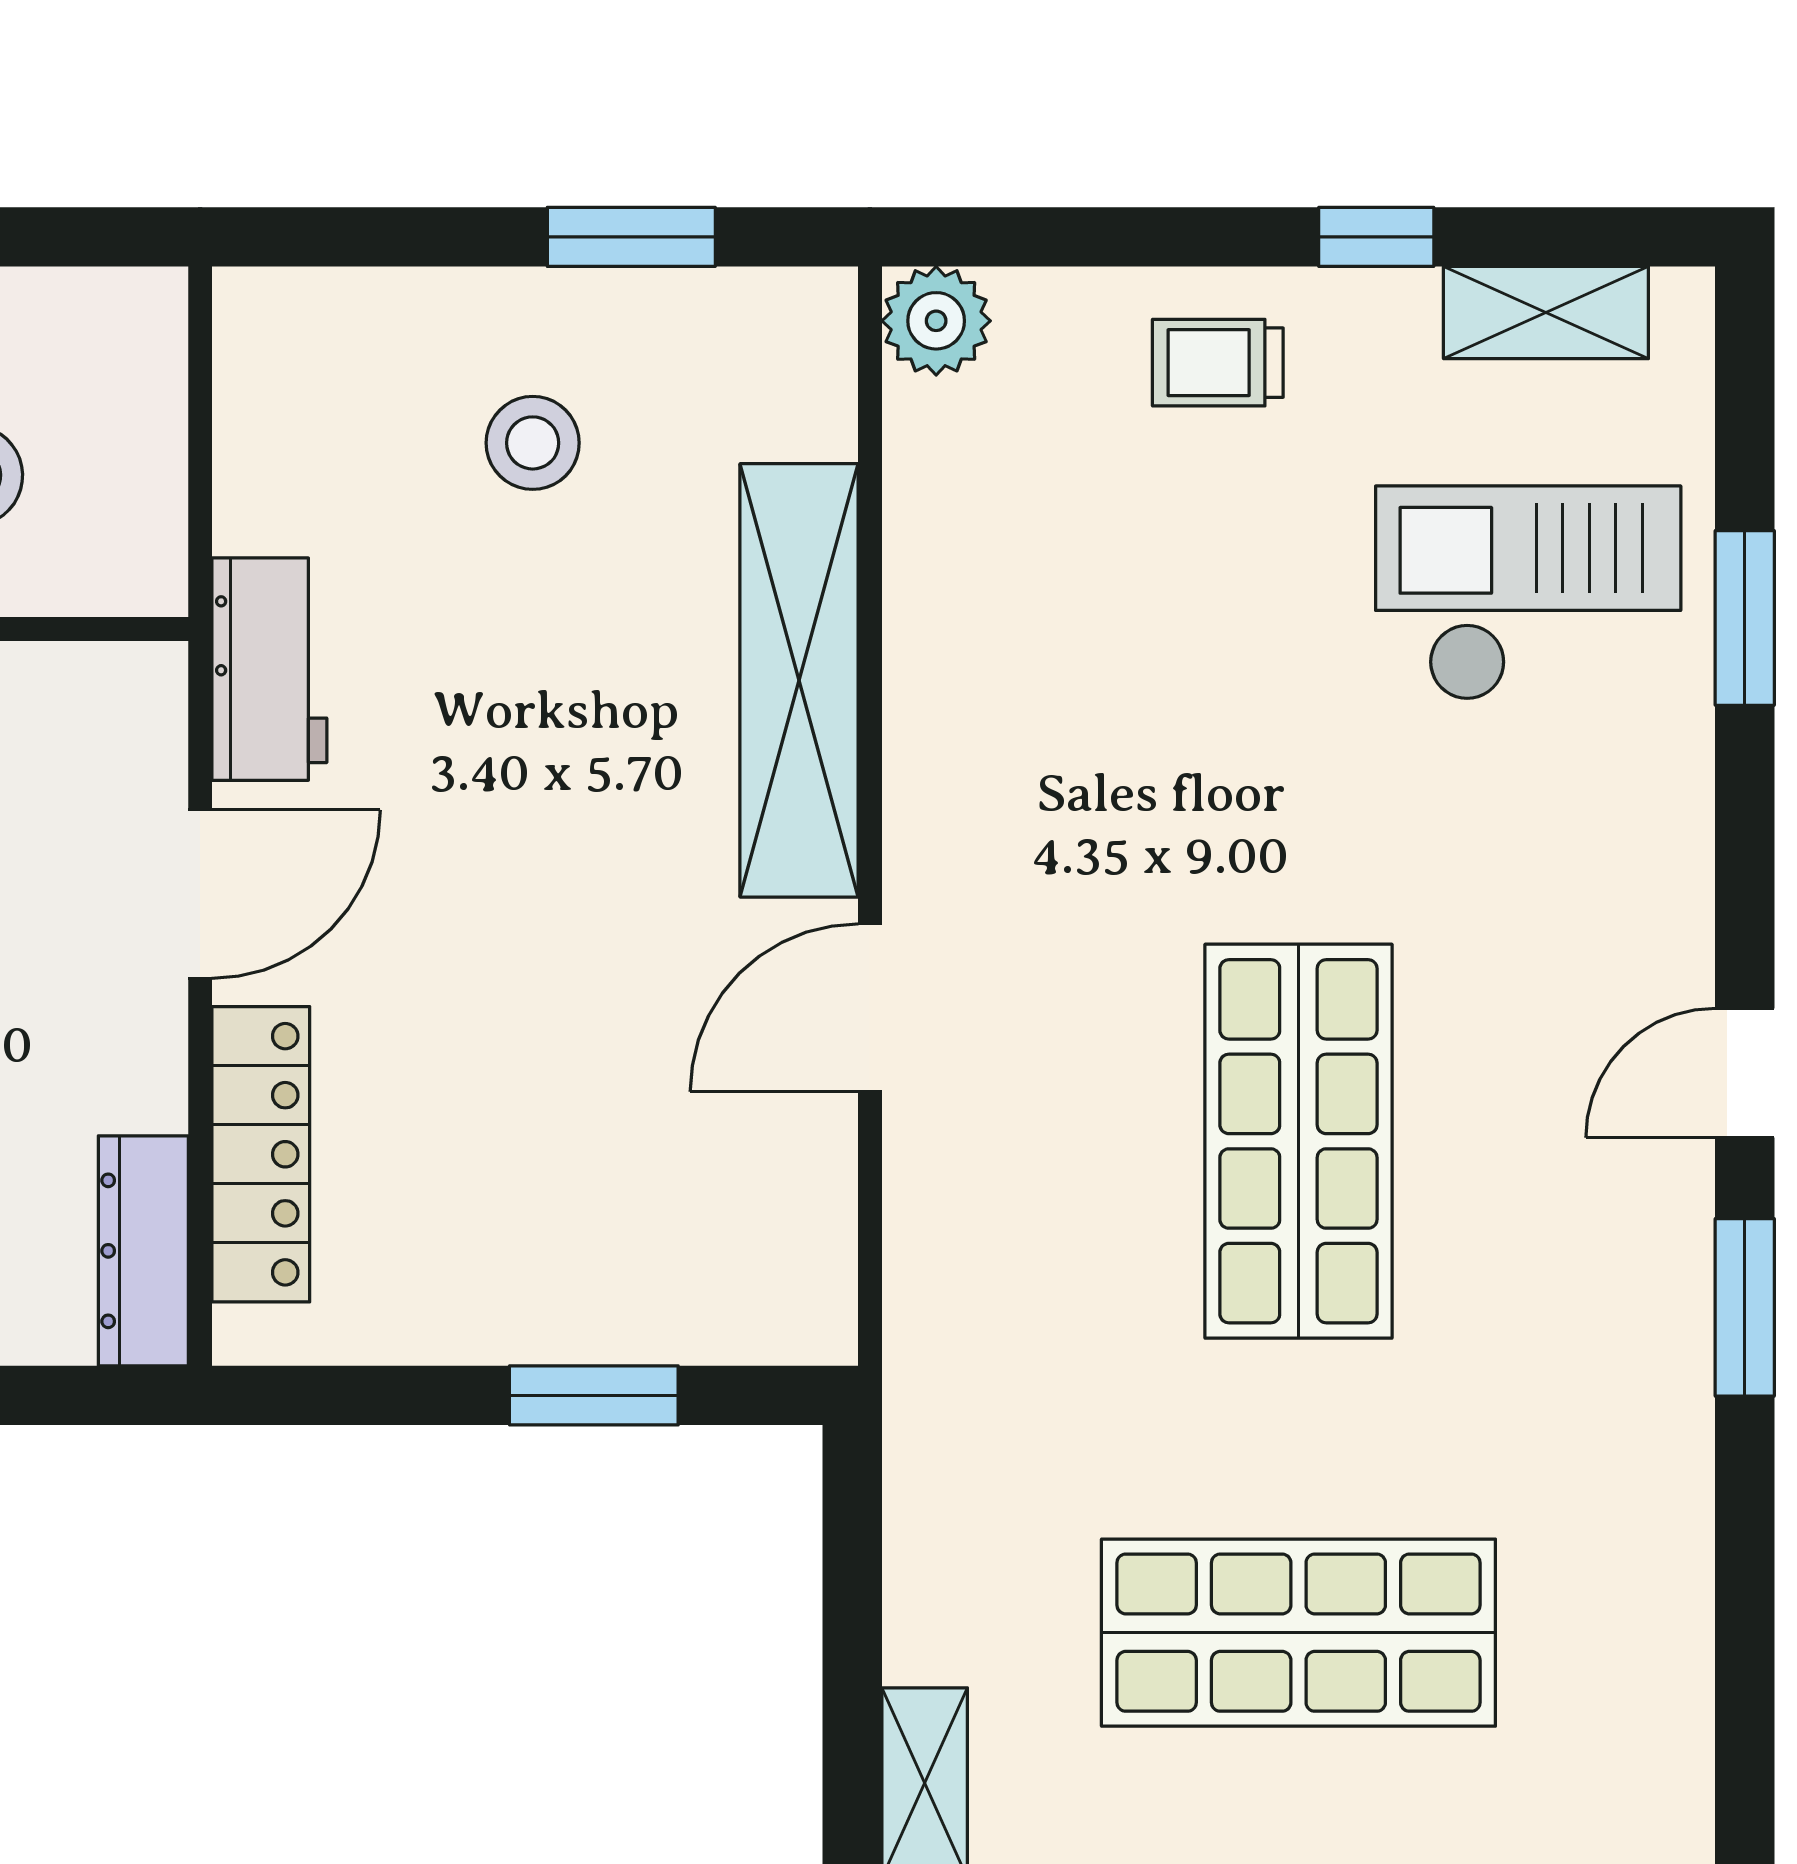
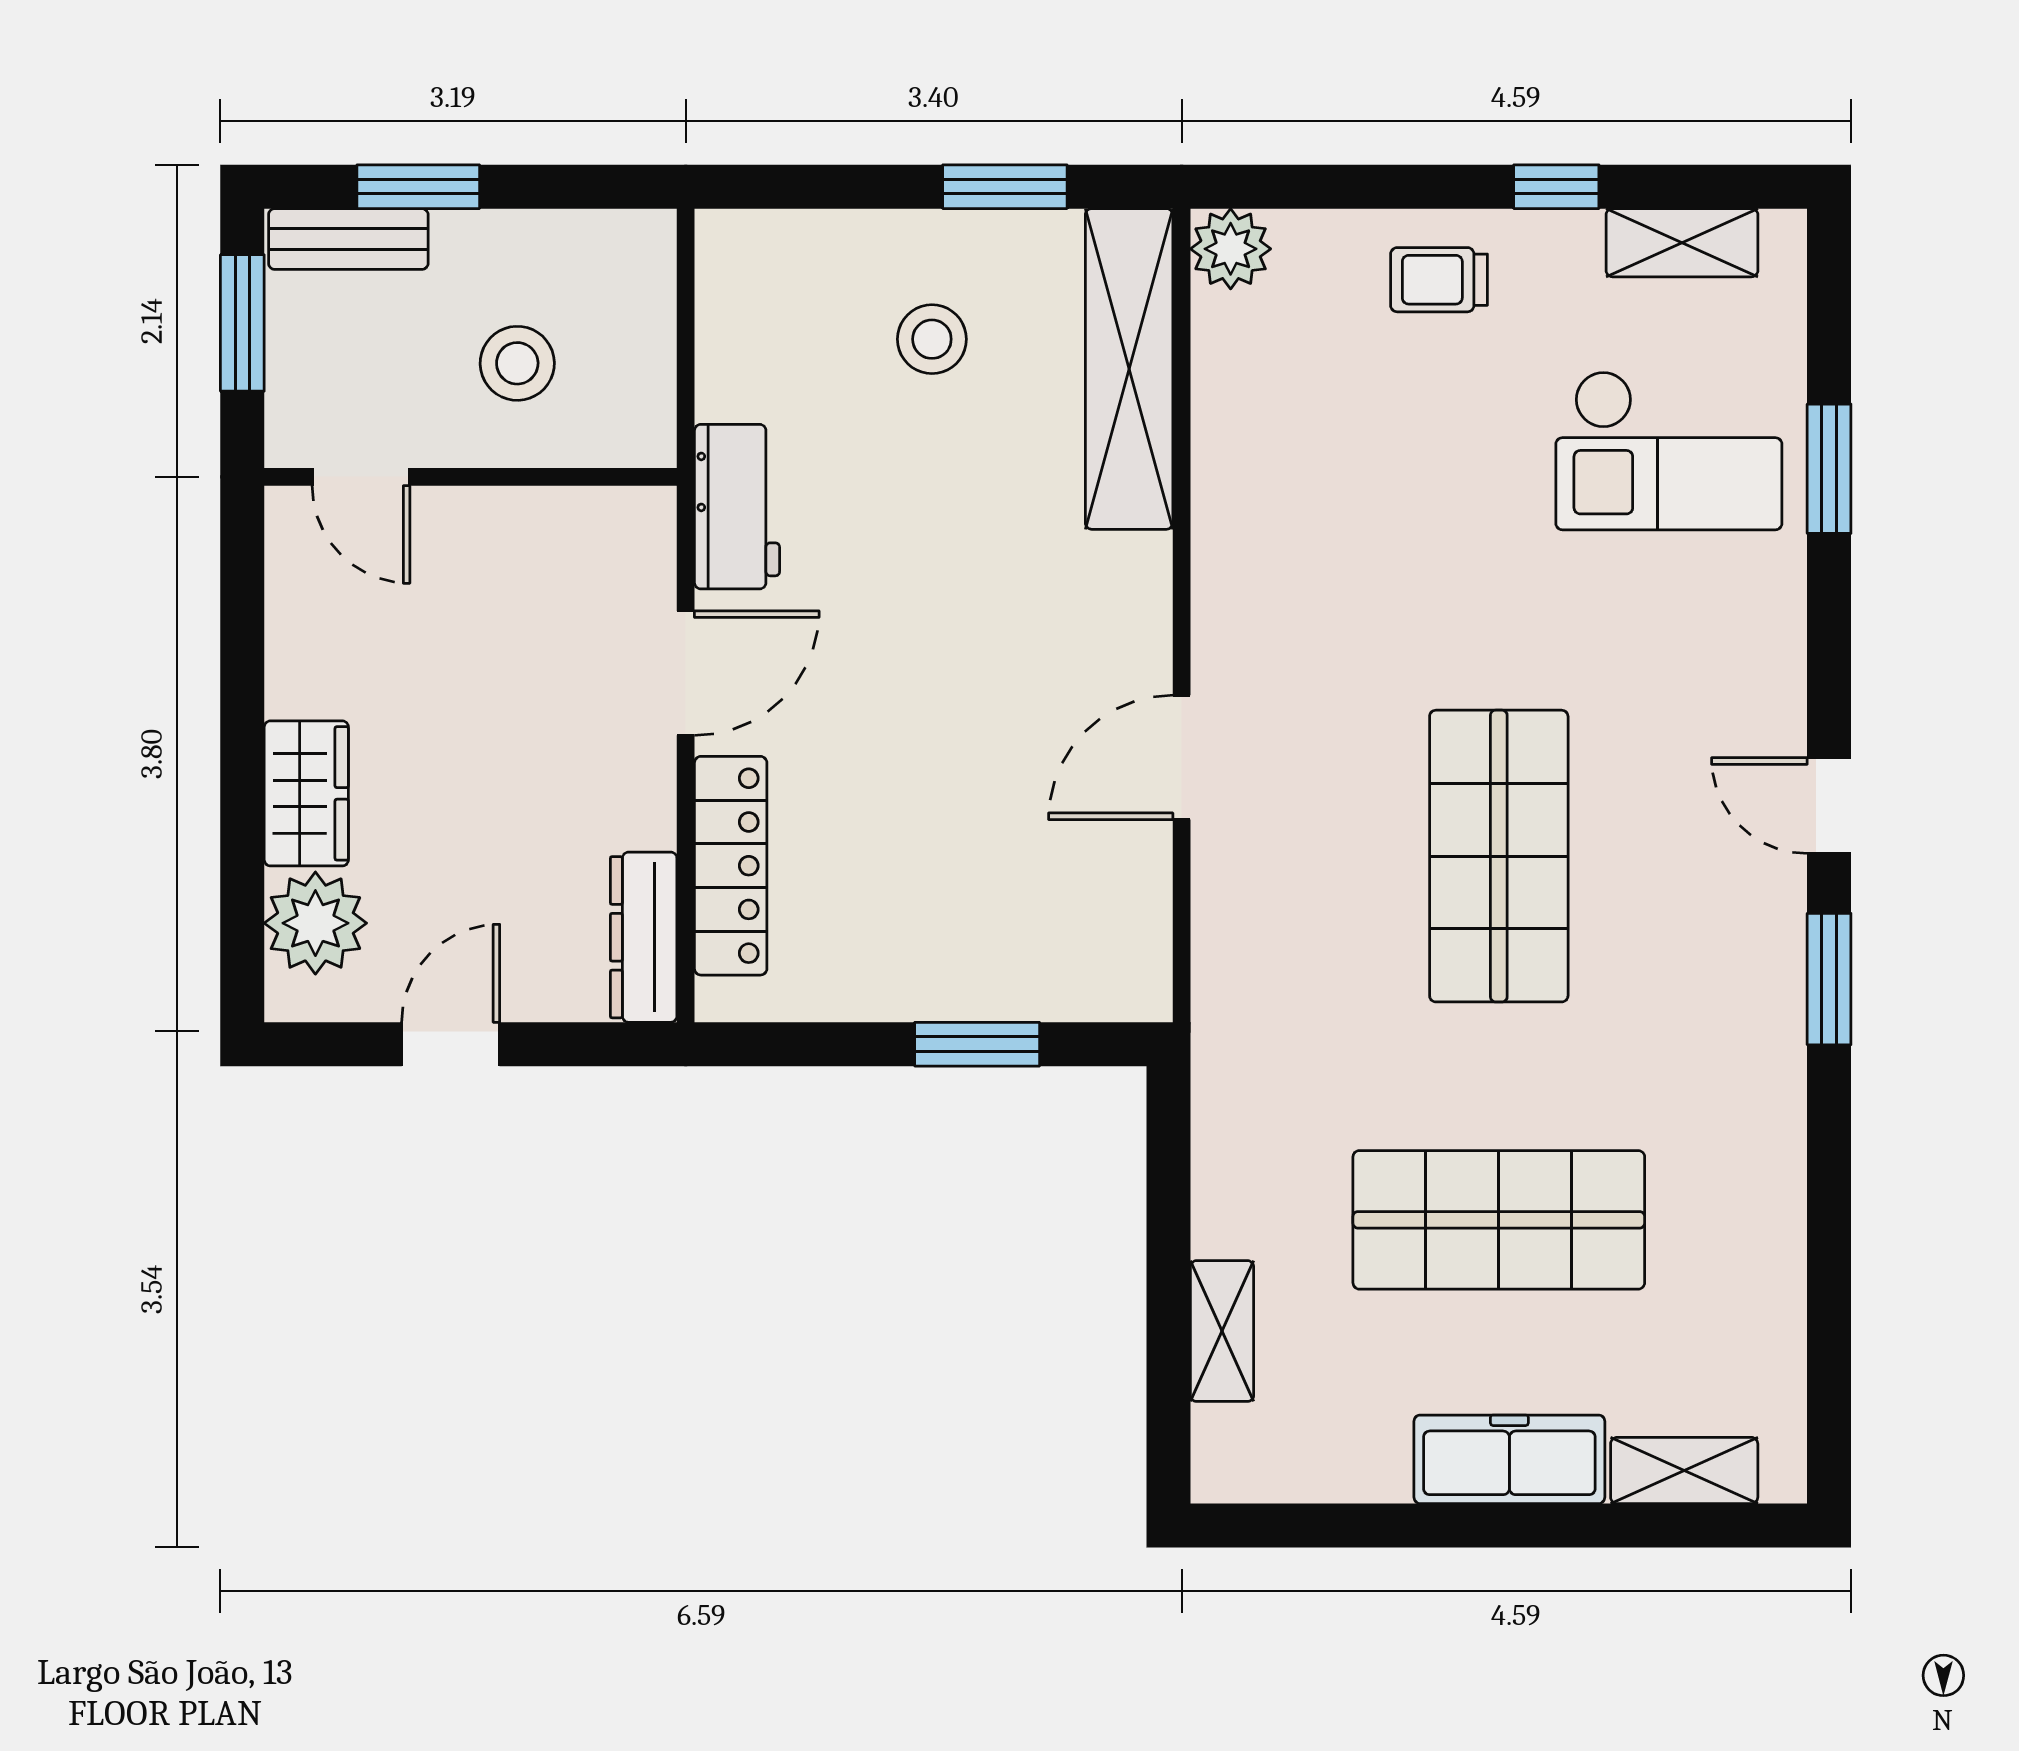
checkout: (1528, 593) -> (1669, 450), turned 180
shelving: (799, 680) -> (1129, 369), moved
door: (1745, 1073) -> (1829, 806), hinge flipped

